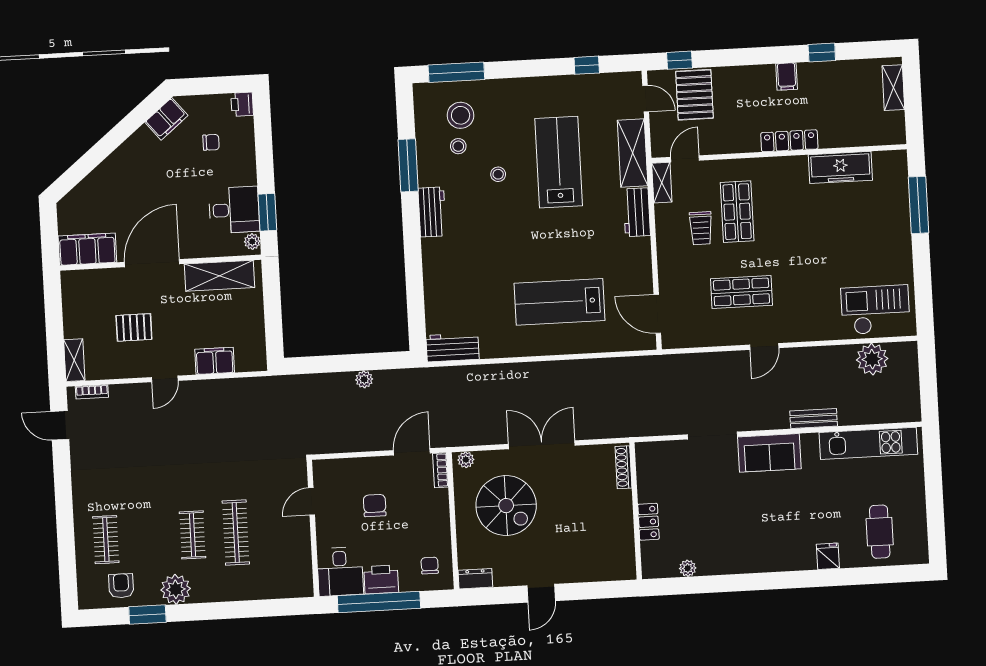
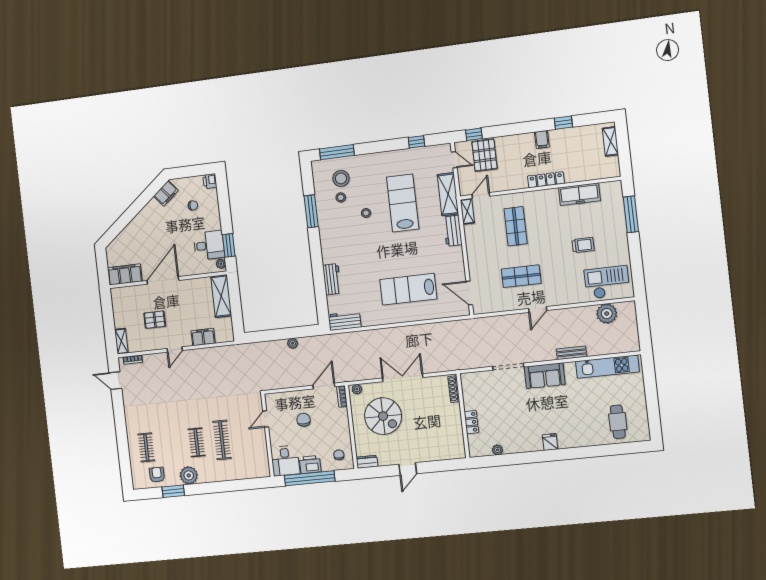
workbench: (432, 212) -> (332, 279), moved
trolley: (701, 228) -> (583, 245), moved, turned -90
shelving: (220, 276) -> (221, 296), moved, turned 90
fridge: (828, 556) -> (550, 442), moved

